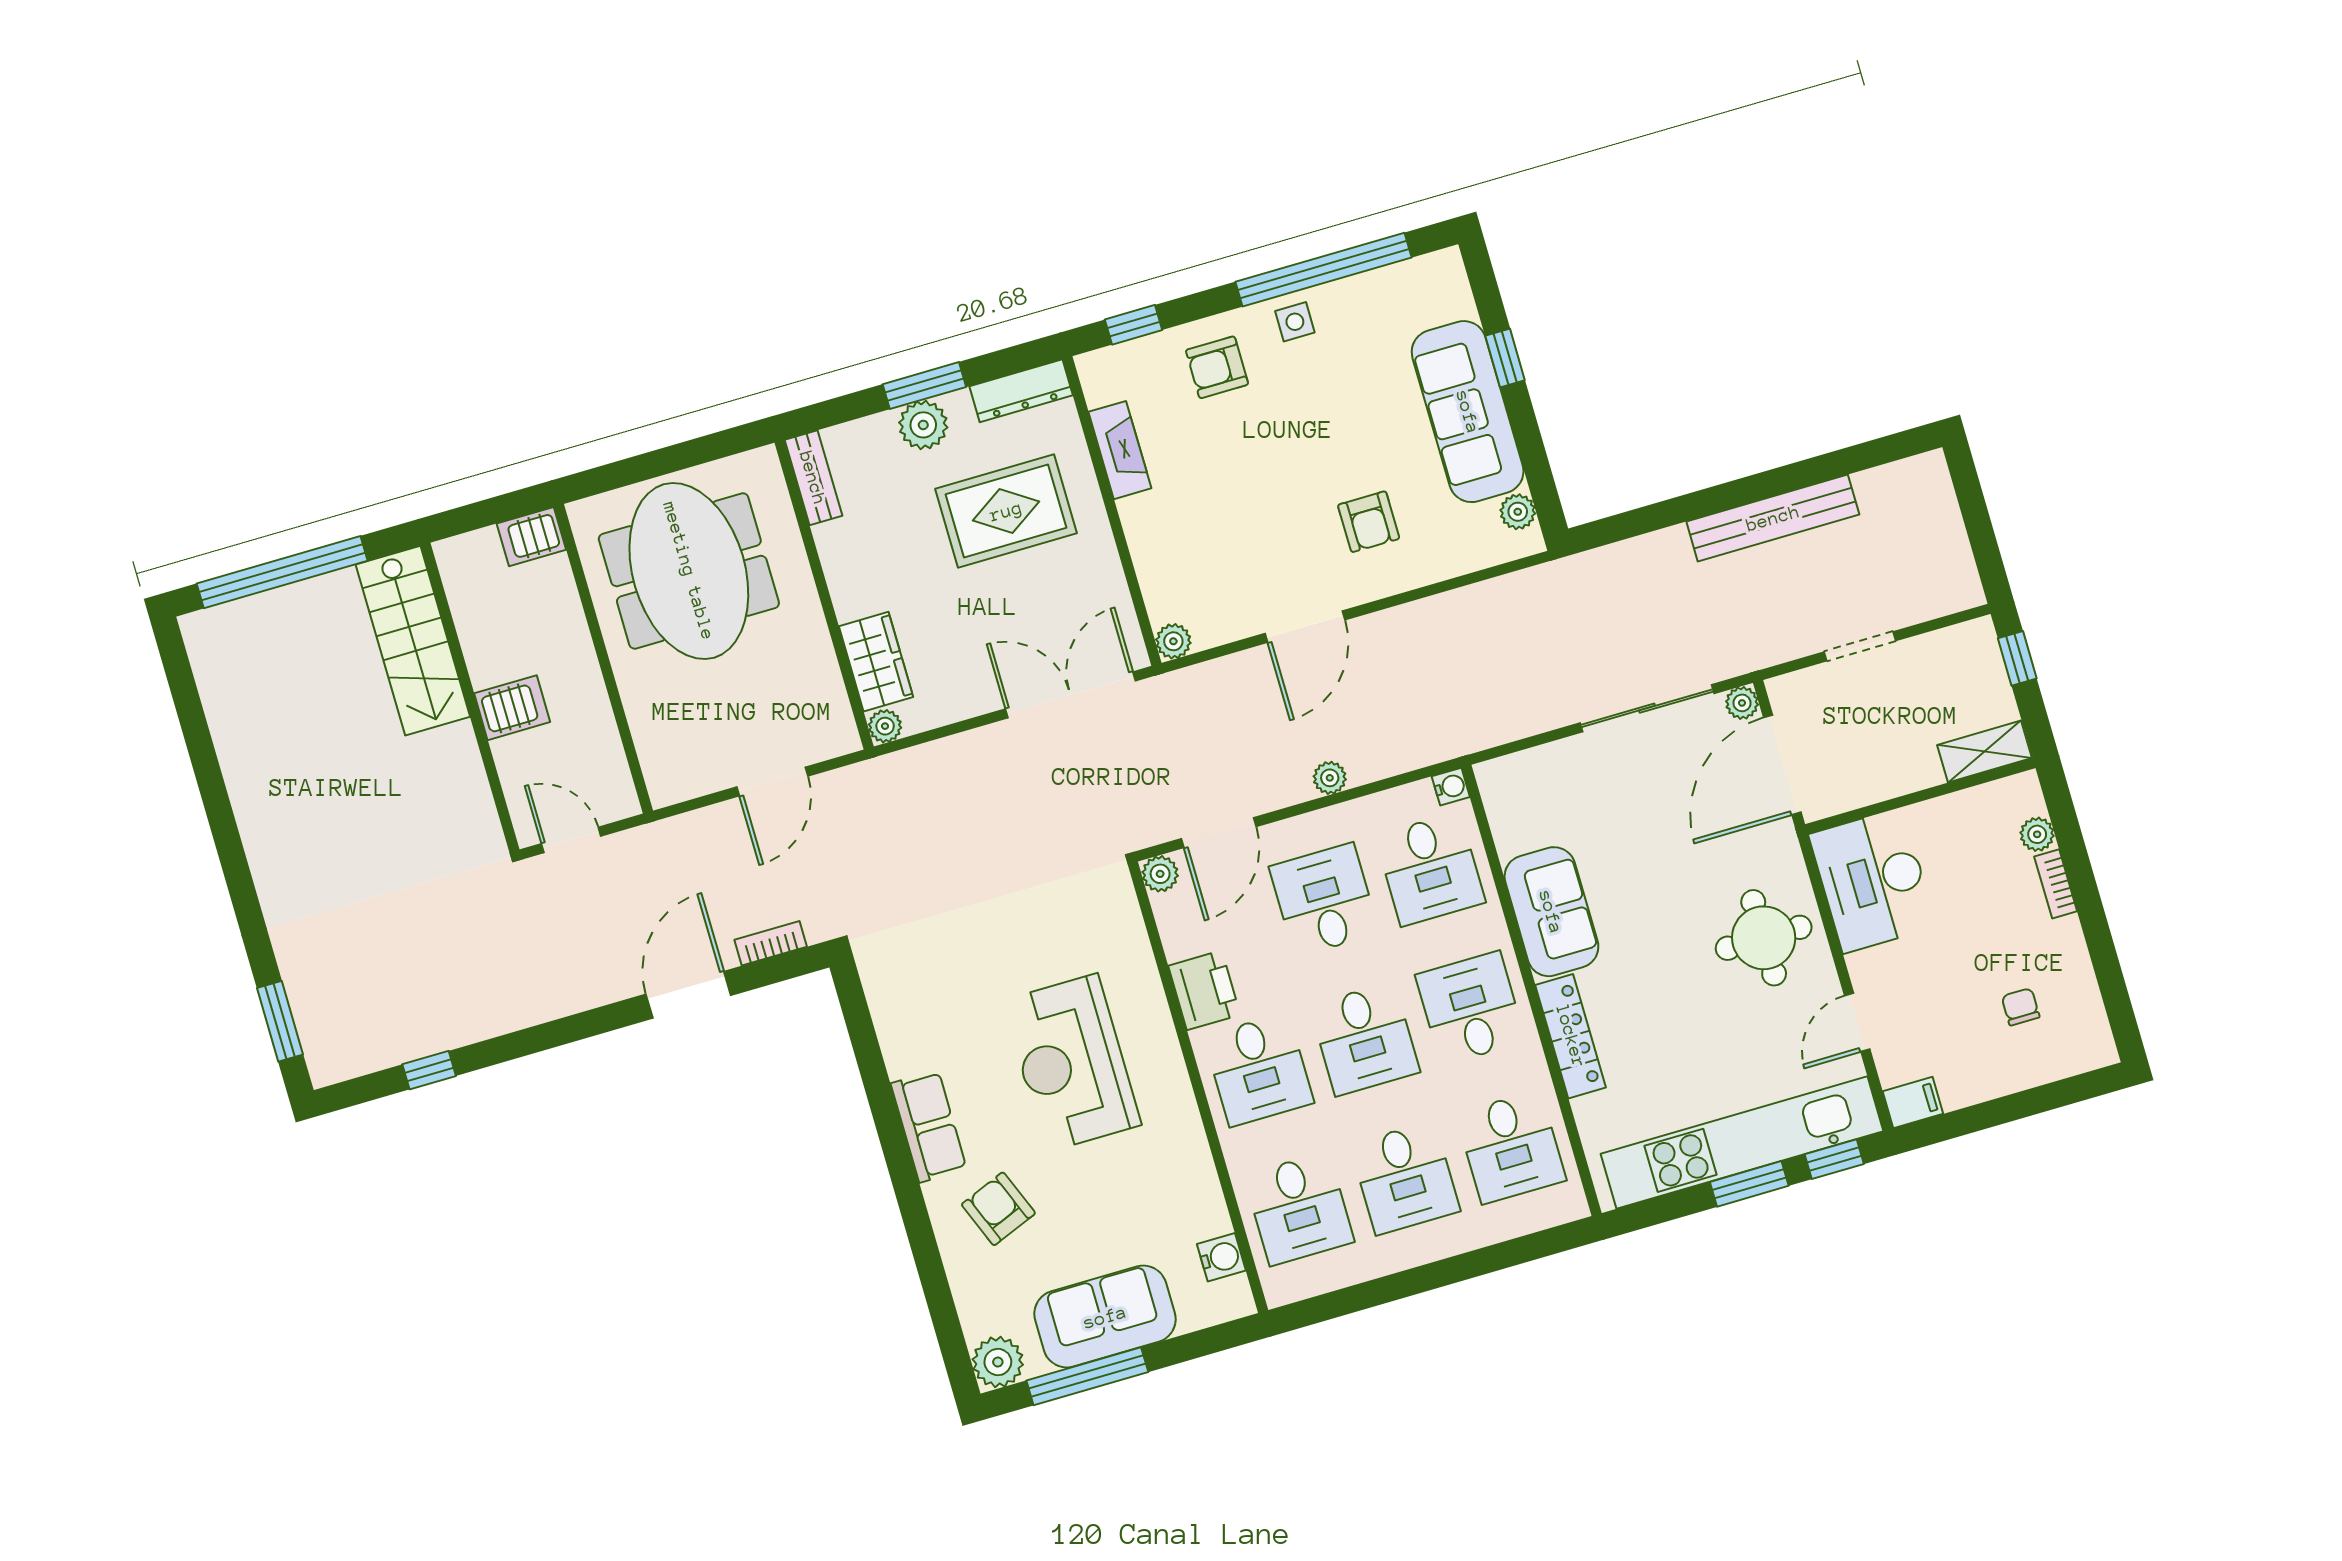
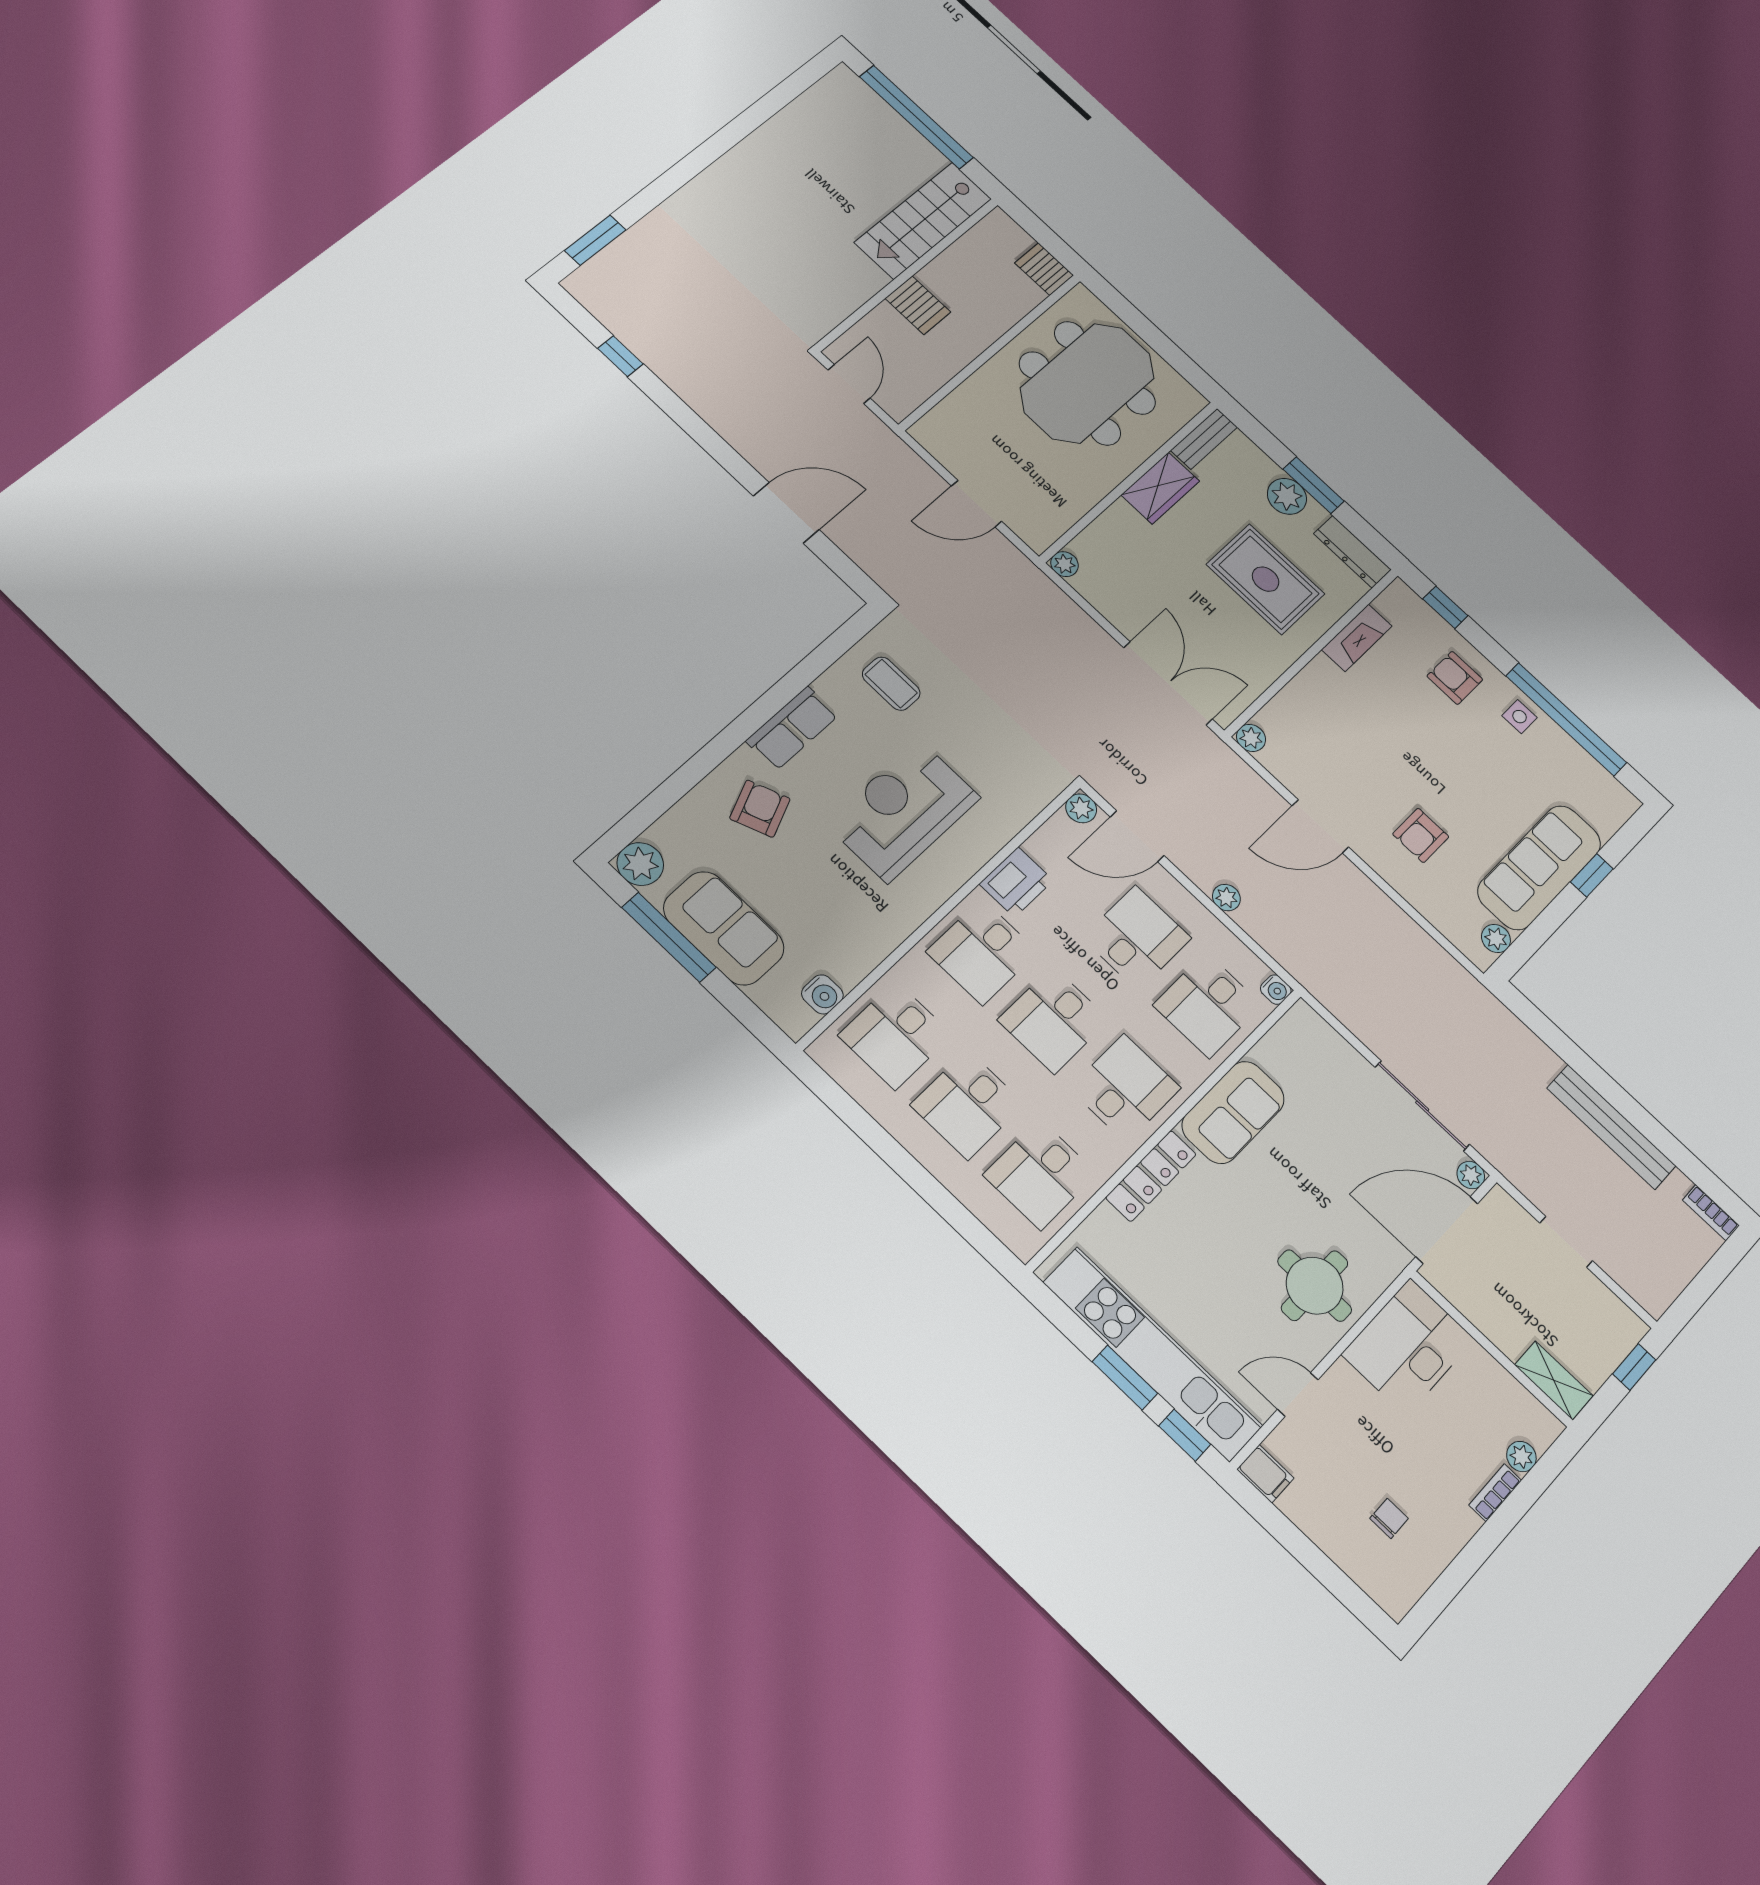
wardrobe: (876, 662) -> (1160, 488), moved
bookcase: (771, 943) -> (1711, 1213), moved, turned 180
coffee table: (930, 994) -> (891, 684), added

